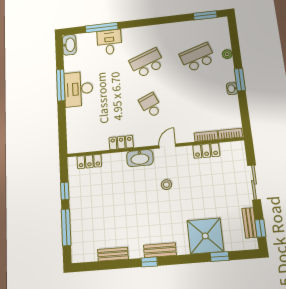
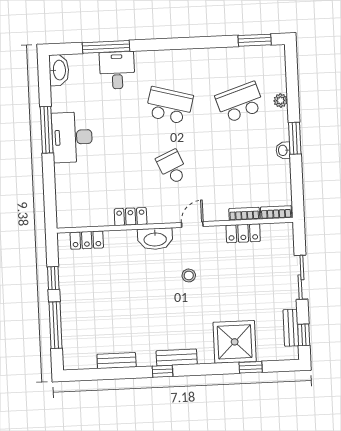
school desk: (147, 63) -> (169, 106), turned 36

